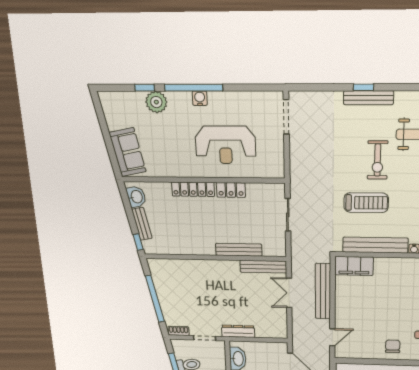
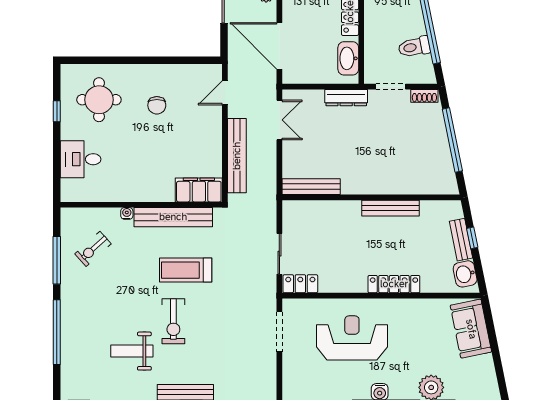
doorway: (286, 117) -> (279, 332), moved
exercise bike: (378, 160) -> (173, 321), turned 180
locker: (231, 190) -> (300, 284), moved
window: (138, 242) -> (472, 238), moved
bench: (239, 250) -> (391, 208), moved
double door: (289, 293) -> (279, 120), moved
chair: (393, 346) -> (157, 105), moved

